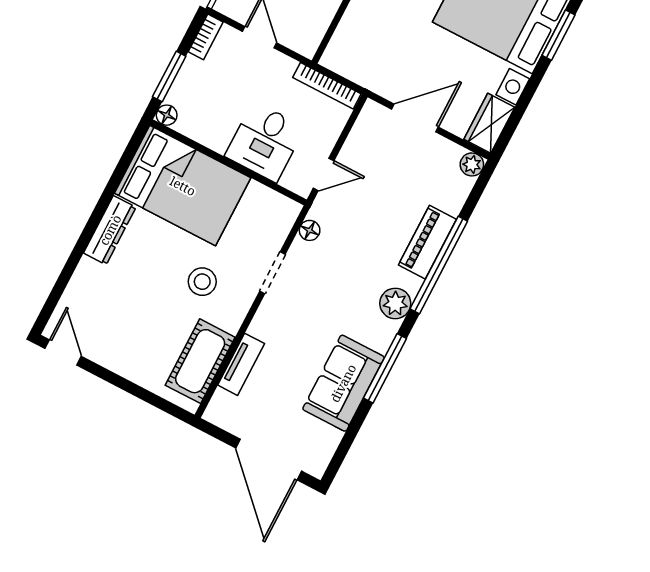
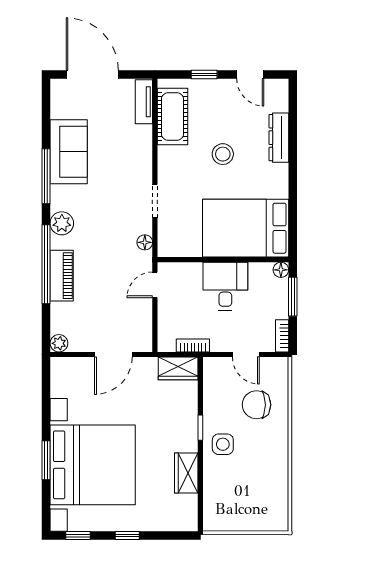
bookcase: (327, 86) -> (193, 345), width x0.64
wardrobe: (489, 123) -> (178, 368), moved, turned 90
desk: (265, 142) -> (225, 286), moved
dresser: (110, 230) -> (279, 138), moved
stool: (202, 282) -> (223, 154), moved
door: (63, 352) -> (250, 74), moved
tv unit: (241, 364) -> (144, 102), moved
window: (137, 391) -> (204, 74), added

